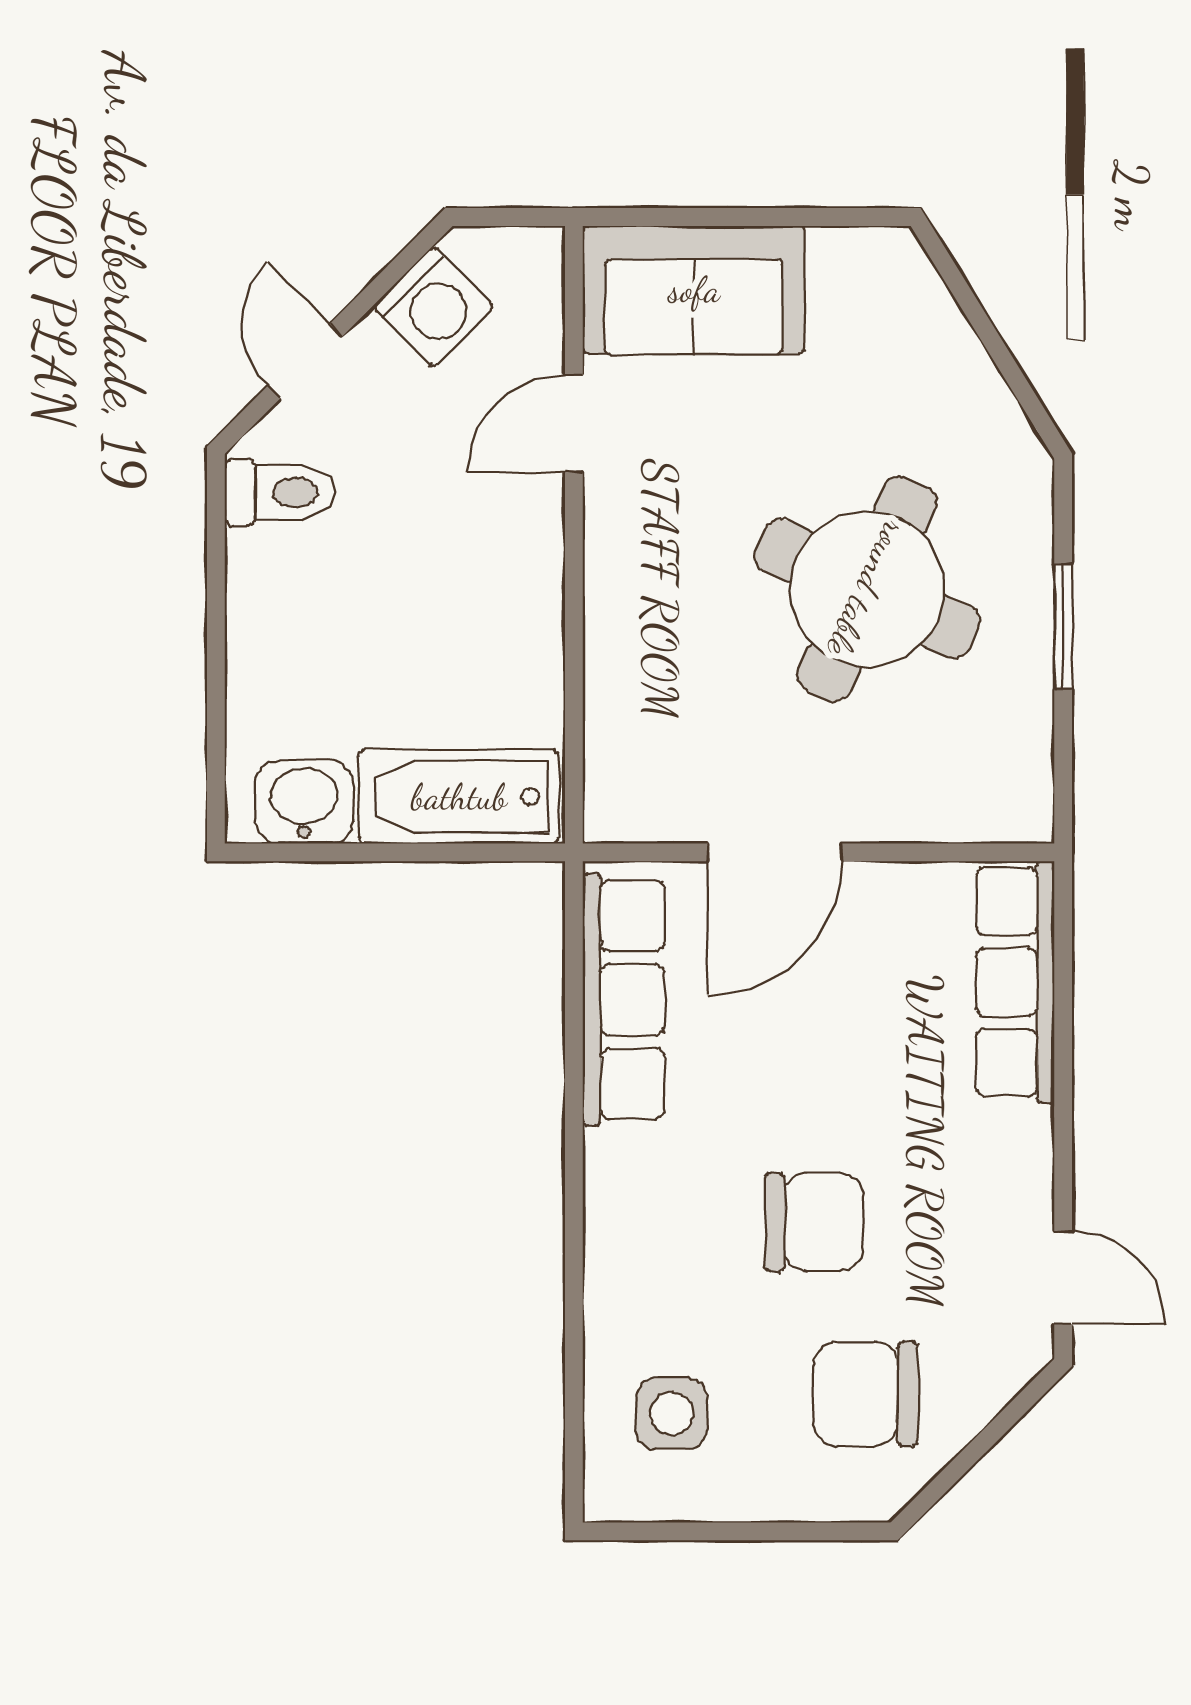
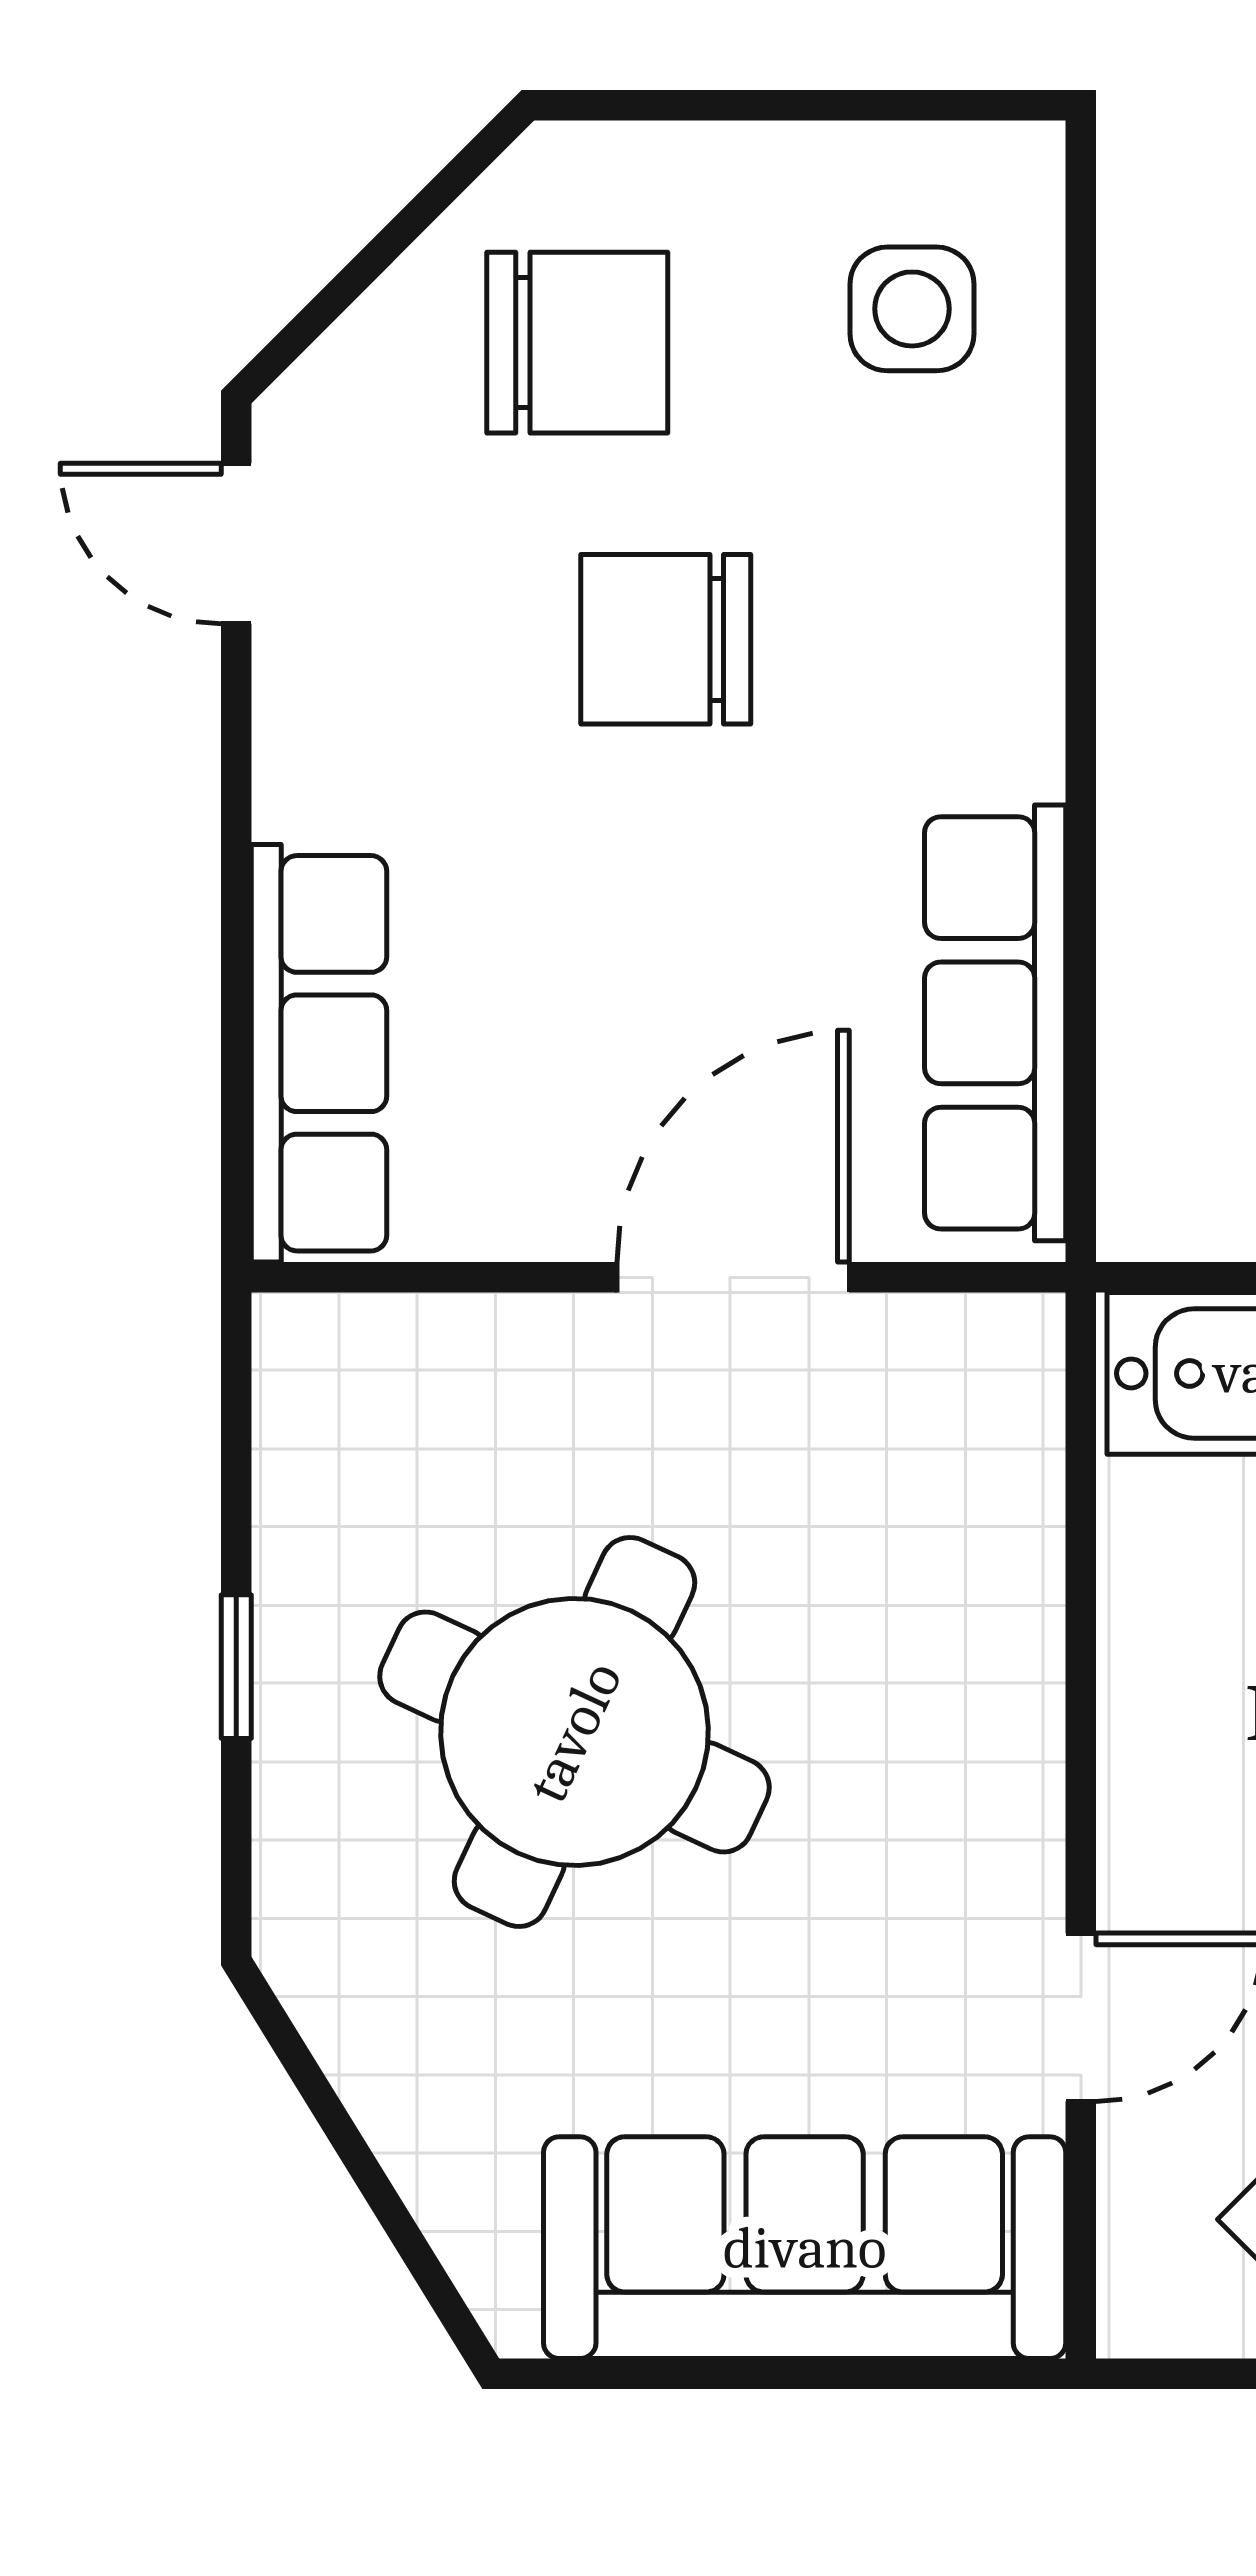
sofa: (694, 290) -> (805, 2248), width x1.36
window: (1063, 627) -> (236, 1667), width x0.67

